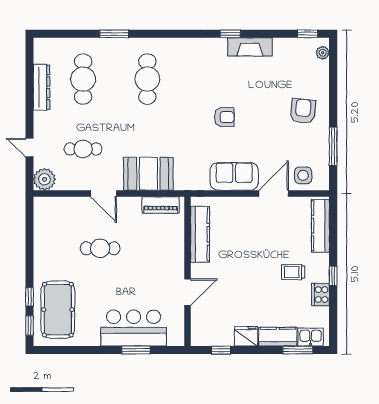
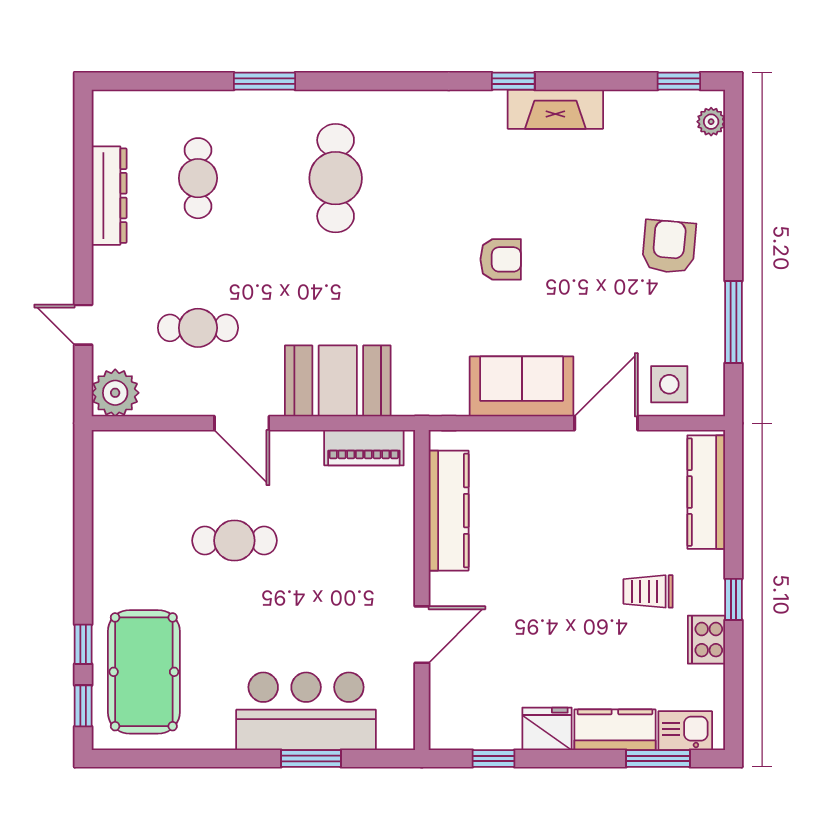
cafe table: (83, 79) -> (198, 178), width x0.73, depth x0.74

